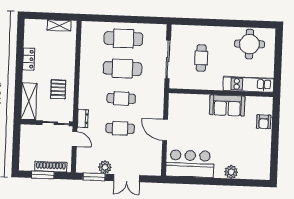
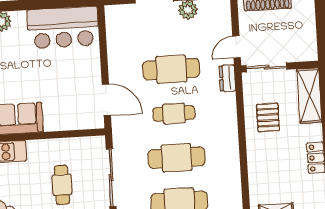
cafe table: (120, 128) -> (171, 69), width x1.37, depth x1.35
door: (165, 130) -> (106, 100), moved
door: (75, 139) -> (237, 47), hinge flipped

